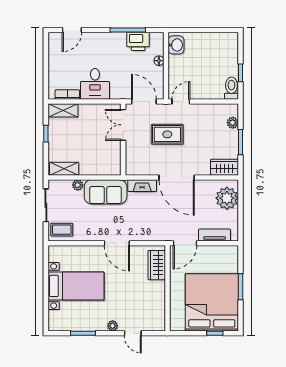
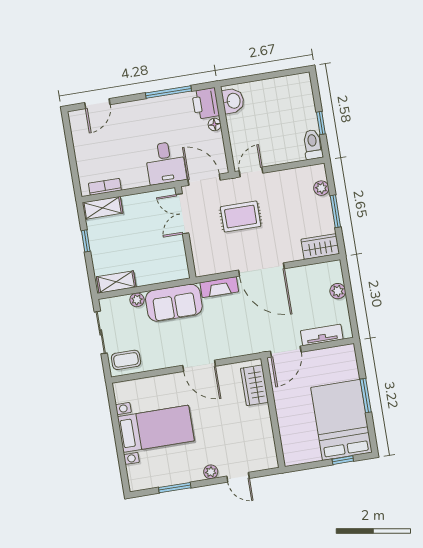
printer: (138, 41) -> (206, 103), moved, turned 90
desk: (95, 84) -> (166, 163), moved
plant: (227, 198) -> (338, 291), width x0.53, depth x0.53
bed: (212, 302) -> (341, 420), width x0.73

